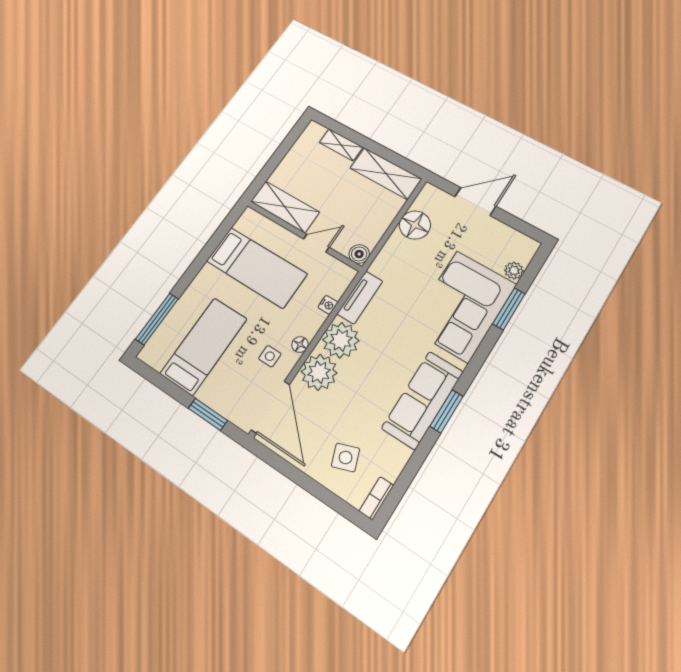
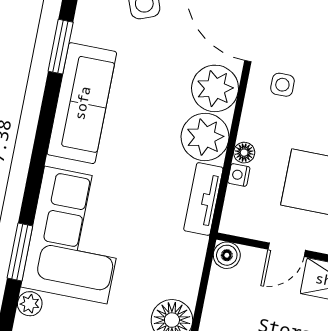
floor lamp: (300, 345) -> (244, 153), moved
window: (446, 411) -> (61, 47), moved

